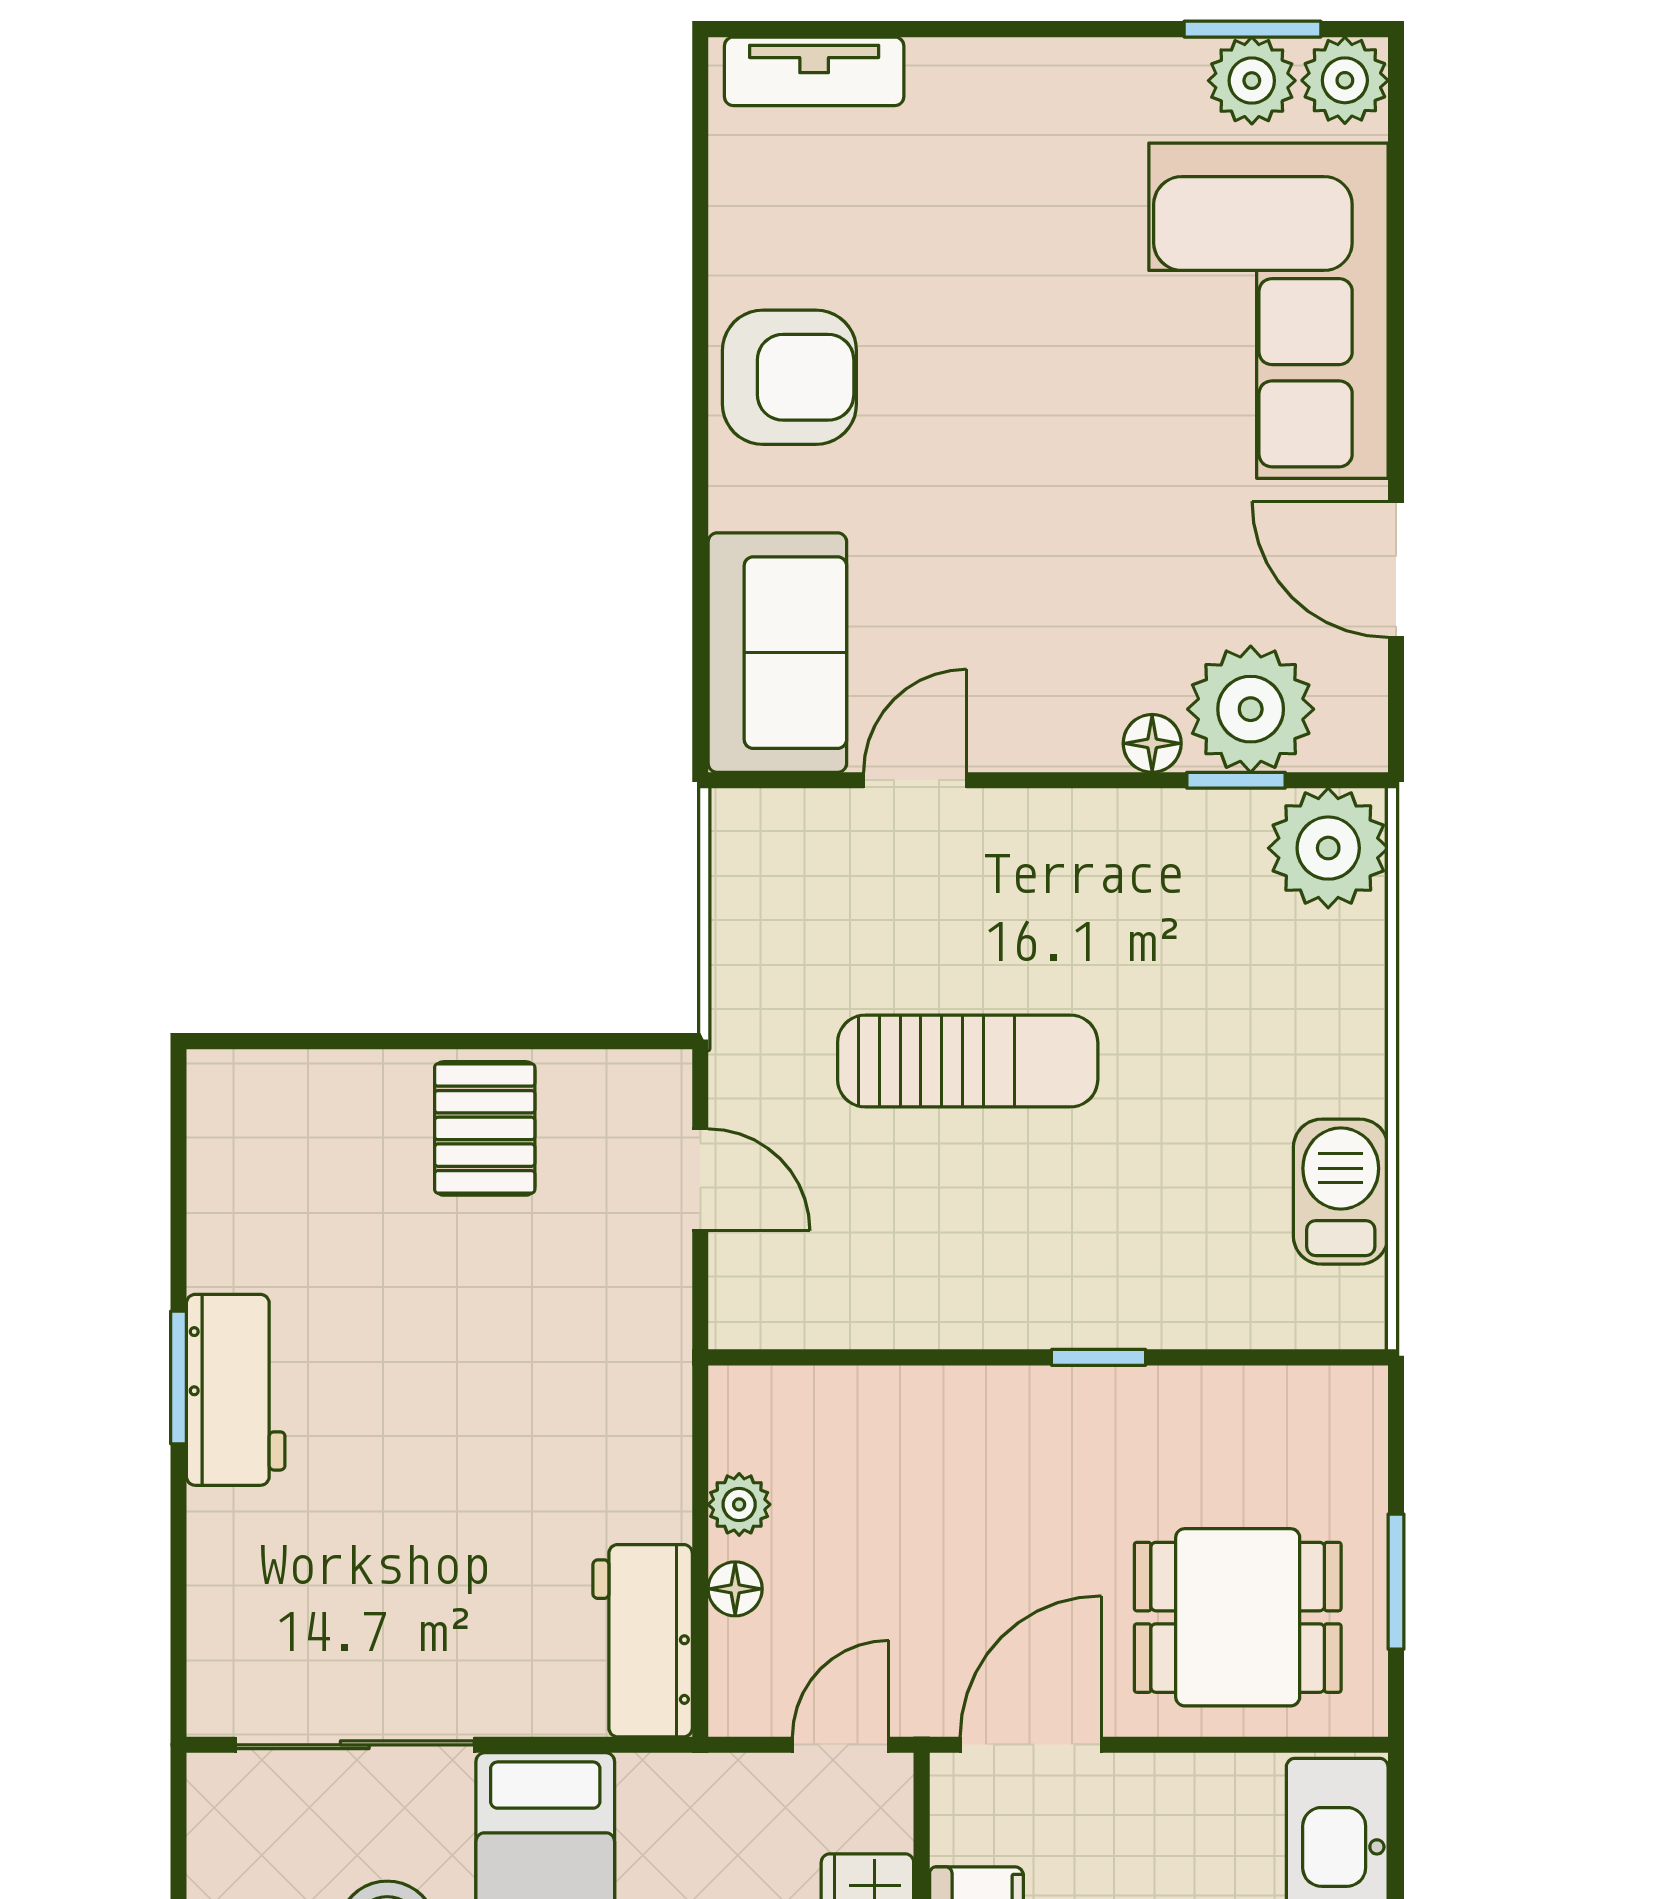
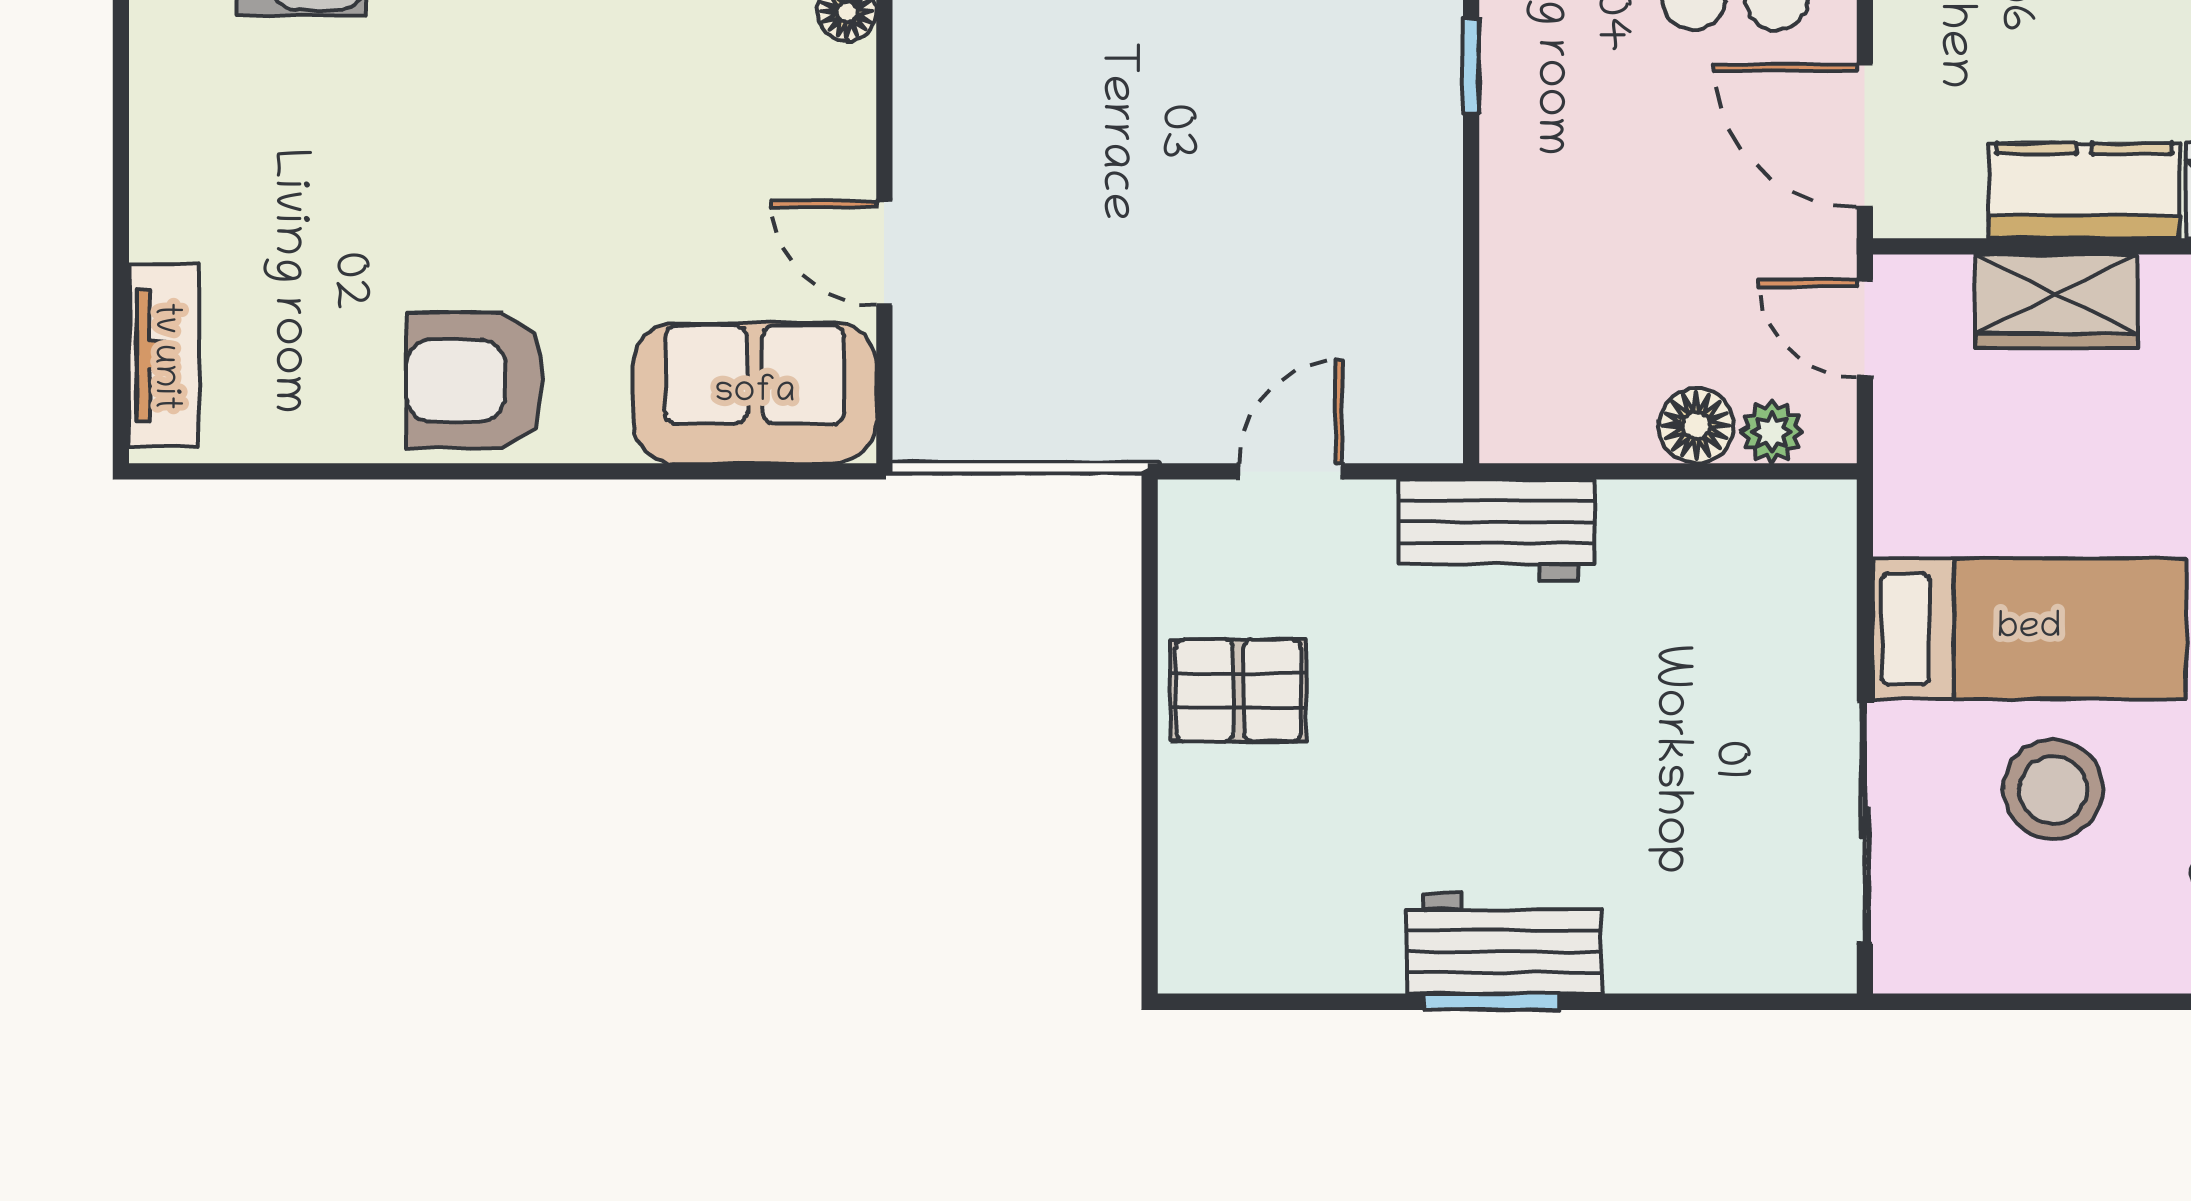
armchair: (789, 377) -> (475, 381), turned -90
sun lounger: (968, 1061) -> (1170, 199), removed
plant: (739, 1504) -> (1772, 432), moved
floor lamp: (735, 1589) -> (1696, 426), width x1.37, depth x1.37
workbench: (643, 1641) -> (1497, 530), moved

